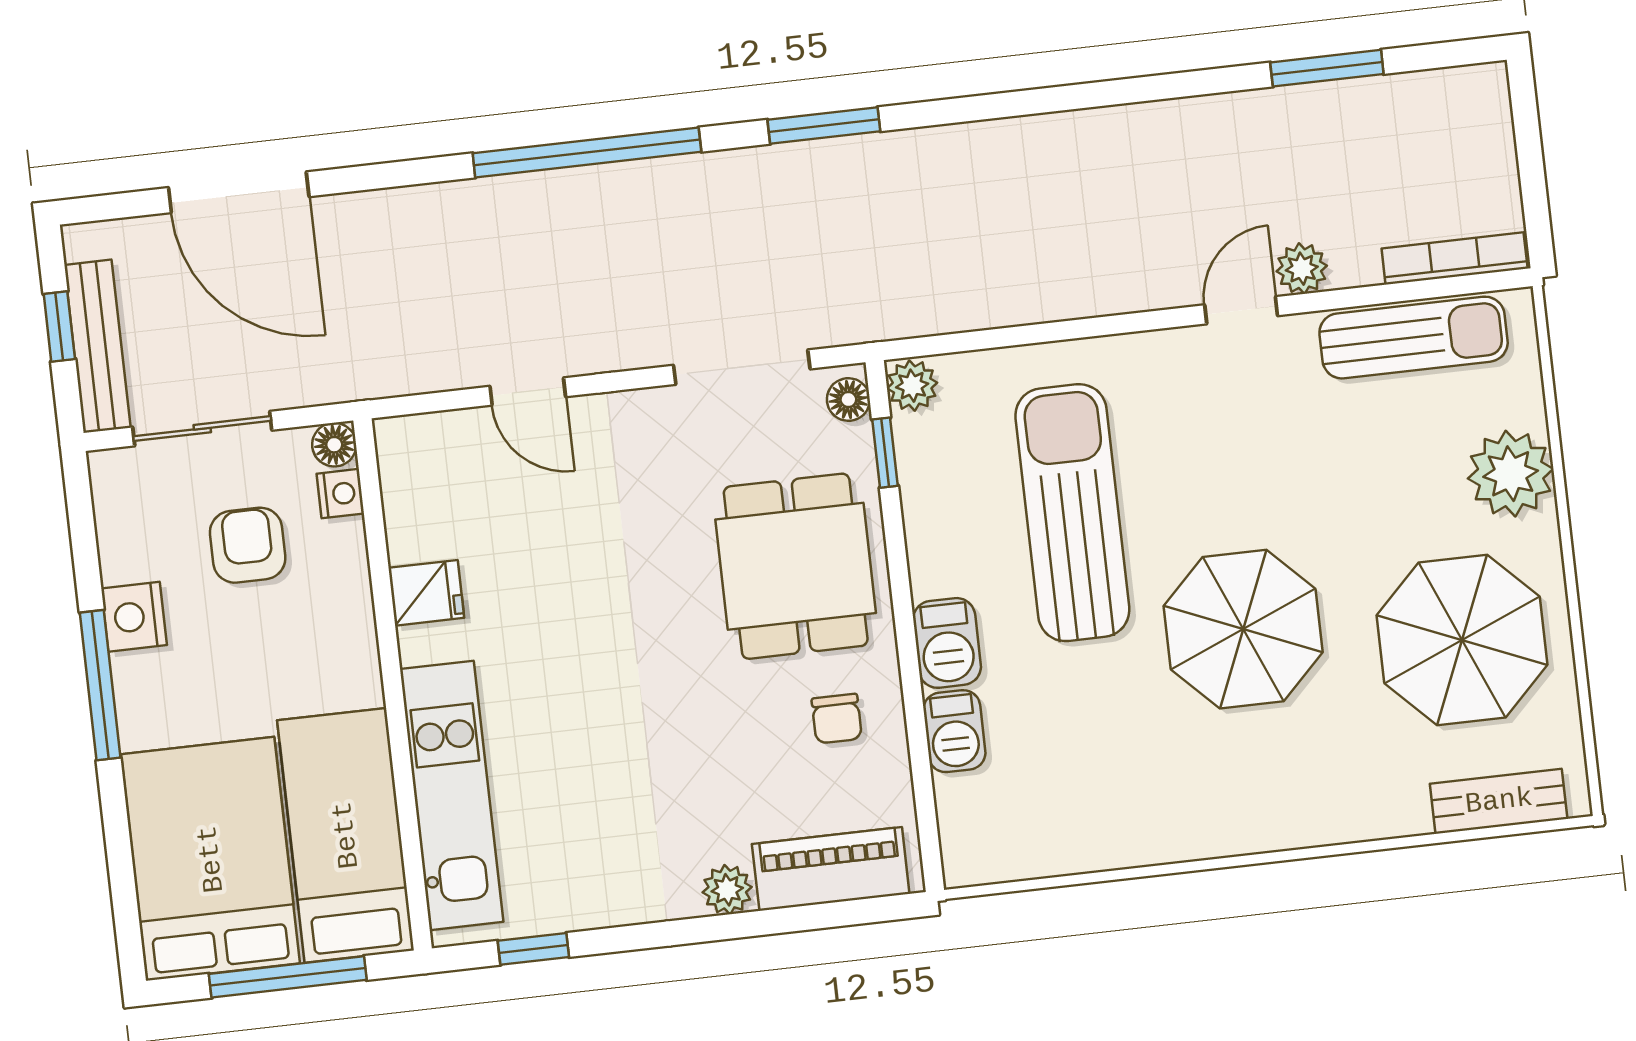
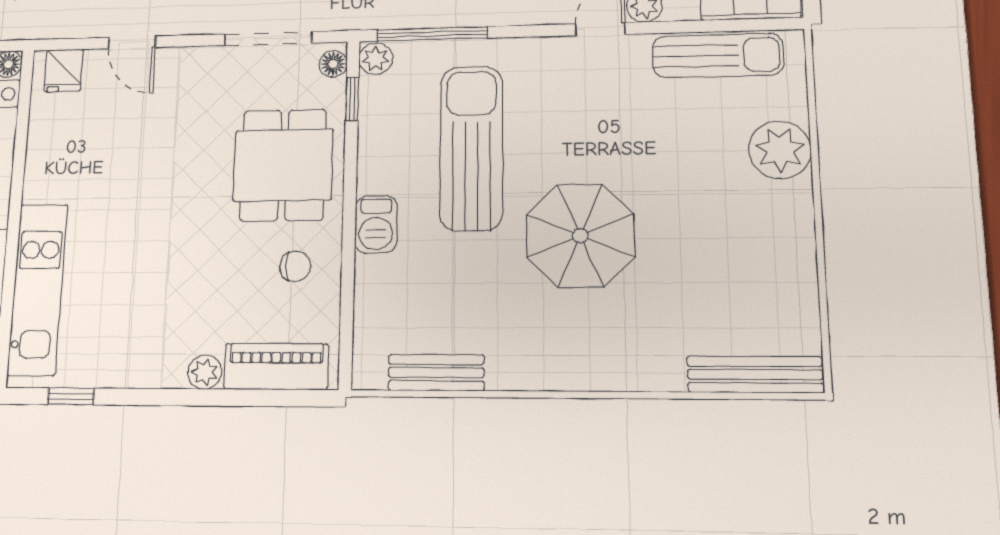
window: (992, 339) -> (432, 34), added
fridge: (426, 593) -> (64, 71), moved, turned 90
parasol: (1462, 640) -> (736, 259), removed
chair: (837, 719) -> (295, 266), turned -90
barbecue: (954, 731) -> (373, 283), removed
bench: (1499, 801) -> (755, 374), width x1.36
bench: (1062, 851) -> (436, 373), added

